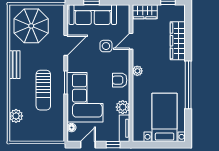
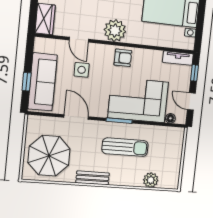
plant: (137, 71) -> (115, 31), width x1.88, depth x1.88
armchair: (120, 80) -> (123, 58), turned -90
plant: (123, 107) -> (154, 58), removed

